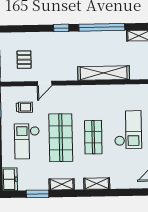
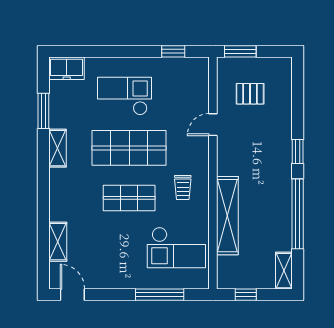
door: (45, 83) -> (213, 125), hinge flipped
trolley: (24, 107) -> (183, 188), moved
checkout: (128, 130) -> (176, 248), moved
shelving: (97, 184) -> (58, 242), moved

